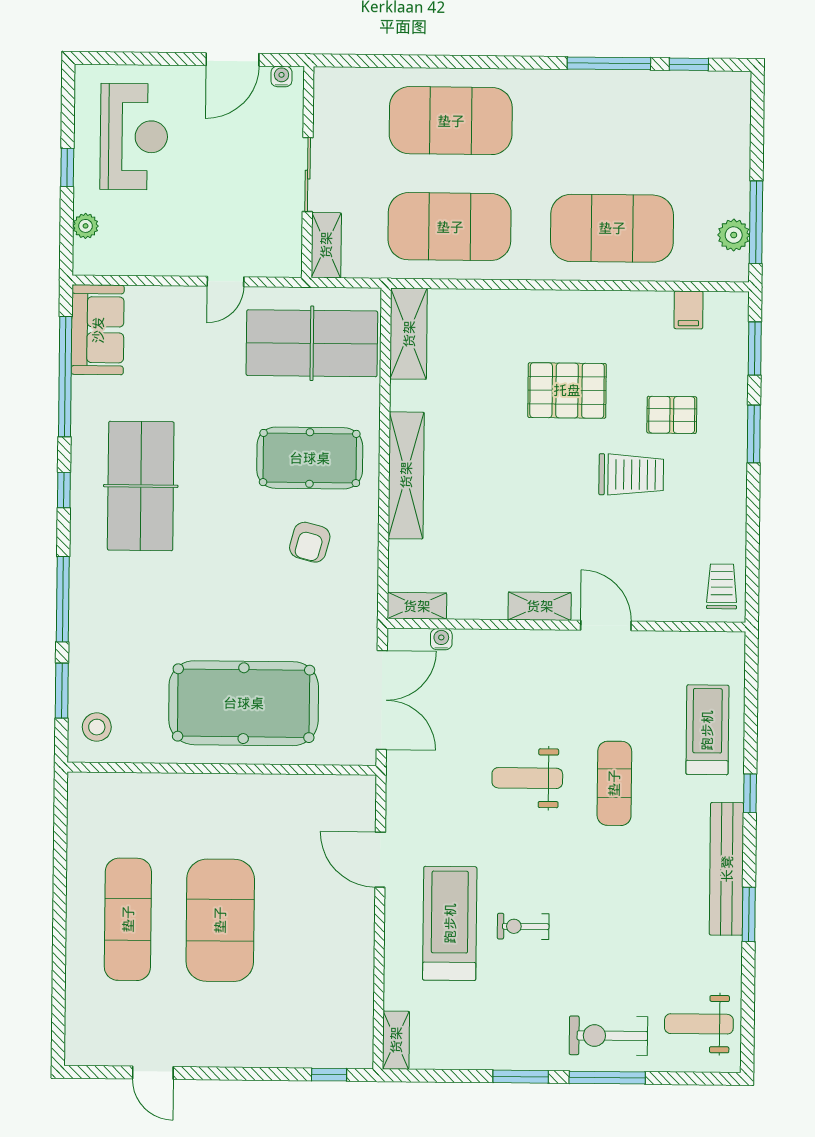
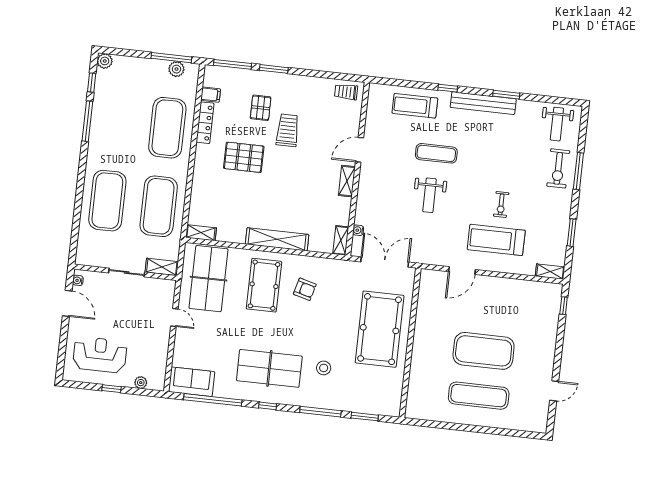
plant: (736, 87) -> (105, 61), added
locker: (630, 304) -> (205, 123), added
shelving: (409, 334) -> (201, 233), width x0.67, depth x0.75
window: (755, 349) -> (232, 64), width x1.44
pallet: (567, 390) -> (244, 157), turned 90
stool: (97, 727) -> (324, 368), moved
window: (521, 1077) -> (572, 233), moved

